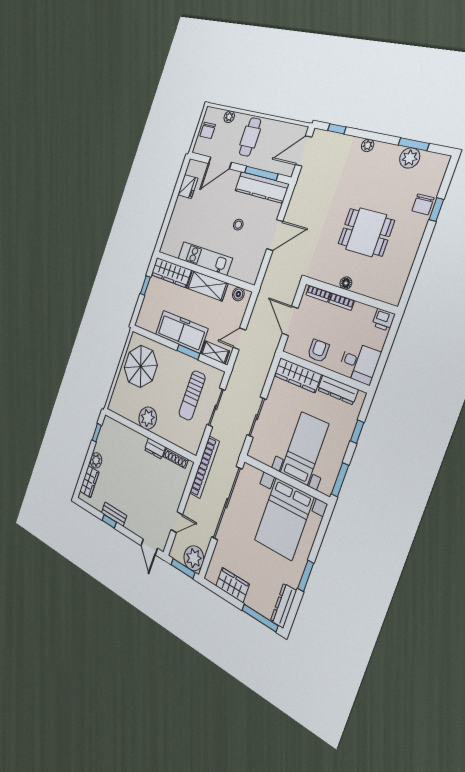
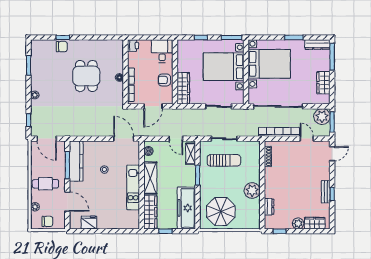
plant: (410, 158) -> (37, 65), removed
door: (275, 235) -> (124, 139), moved
freezer: (181, 332) -> (186, 208), moved
dresser: (338, 390) -> (182, 59), removed
dresser: (155, 448) -> (269, 207), moved
bed with nightstands: (304, 448) -> (224, 67), width x1.36
bookcase: (204, 467) -> (279, 132), moved

